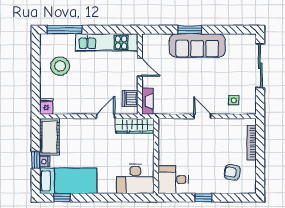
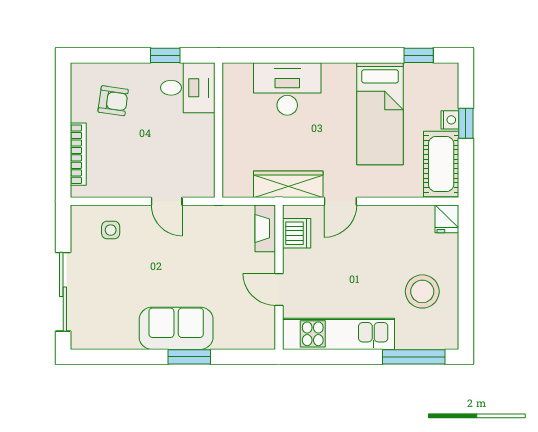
sofa: (197, 46) -> (176, 328), width x0.73
wall: (156, 156) -> (219, 130), moved
desk: (173, 180) -> (188, 88), moved
bed: (68, 181) -> (380, 114), moved, turned -90

